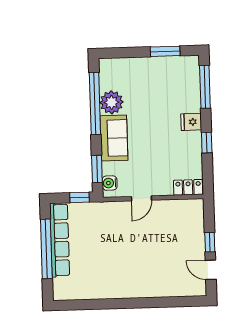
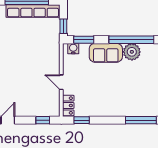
fridge: (191, 122) -> (116, 109), removed
window: (207, 143) -> (82, 120), moved
door: (141, 198) -> (61, 82), moved
window: (210, 242) -> (43, 120), moved

